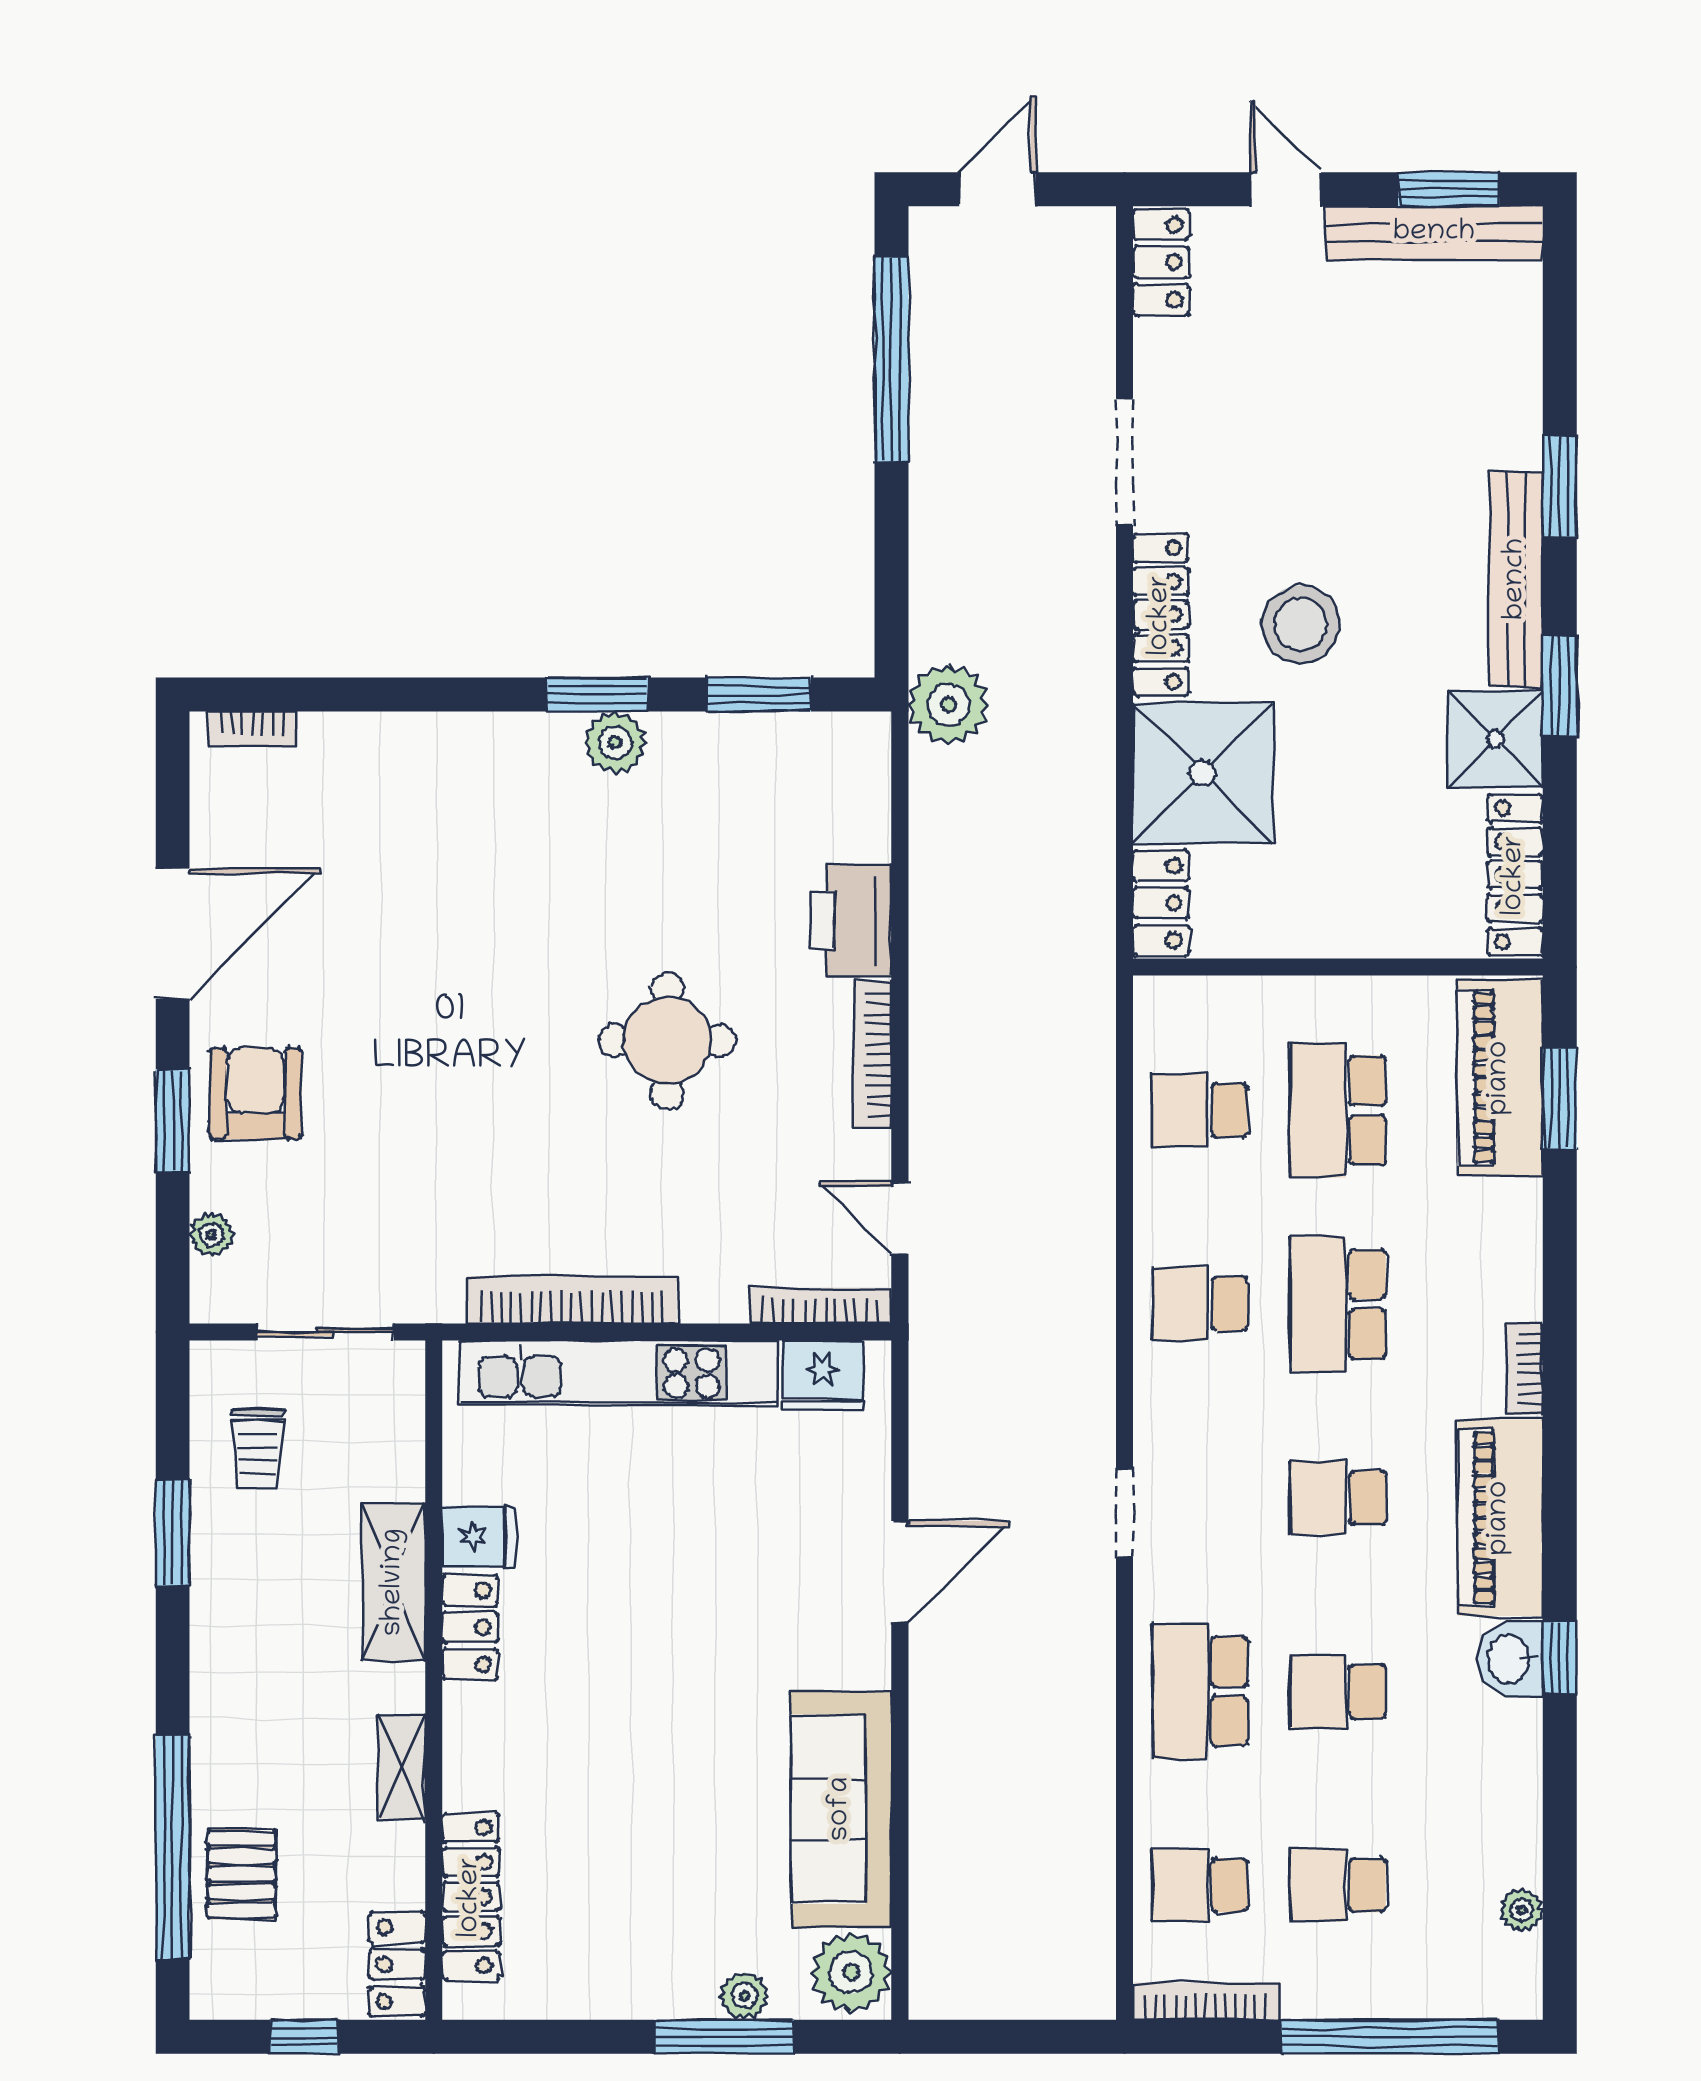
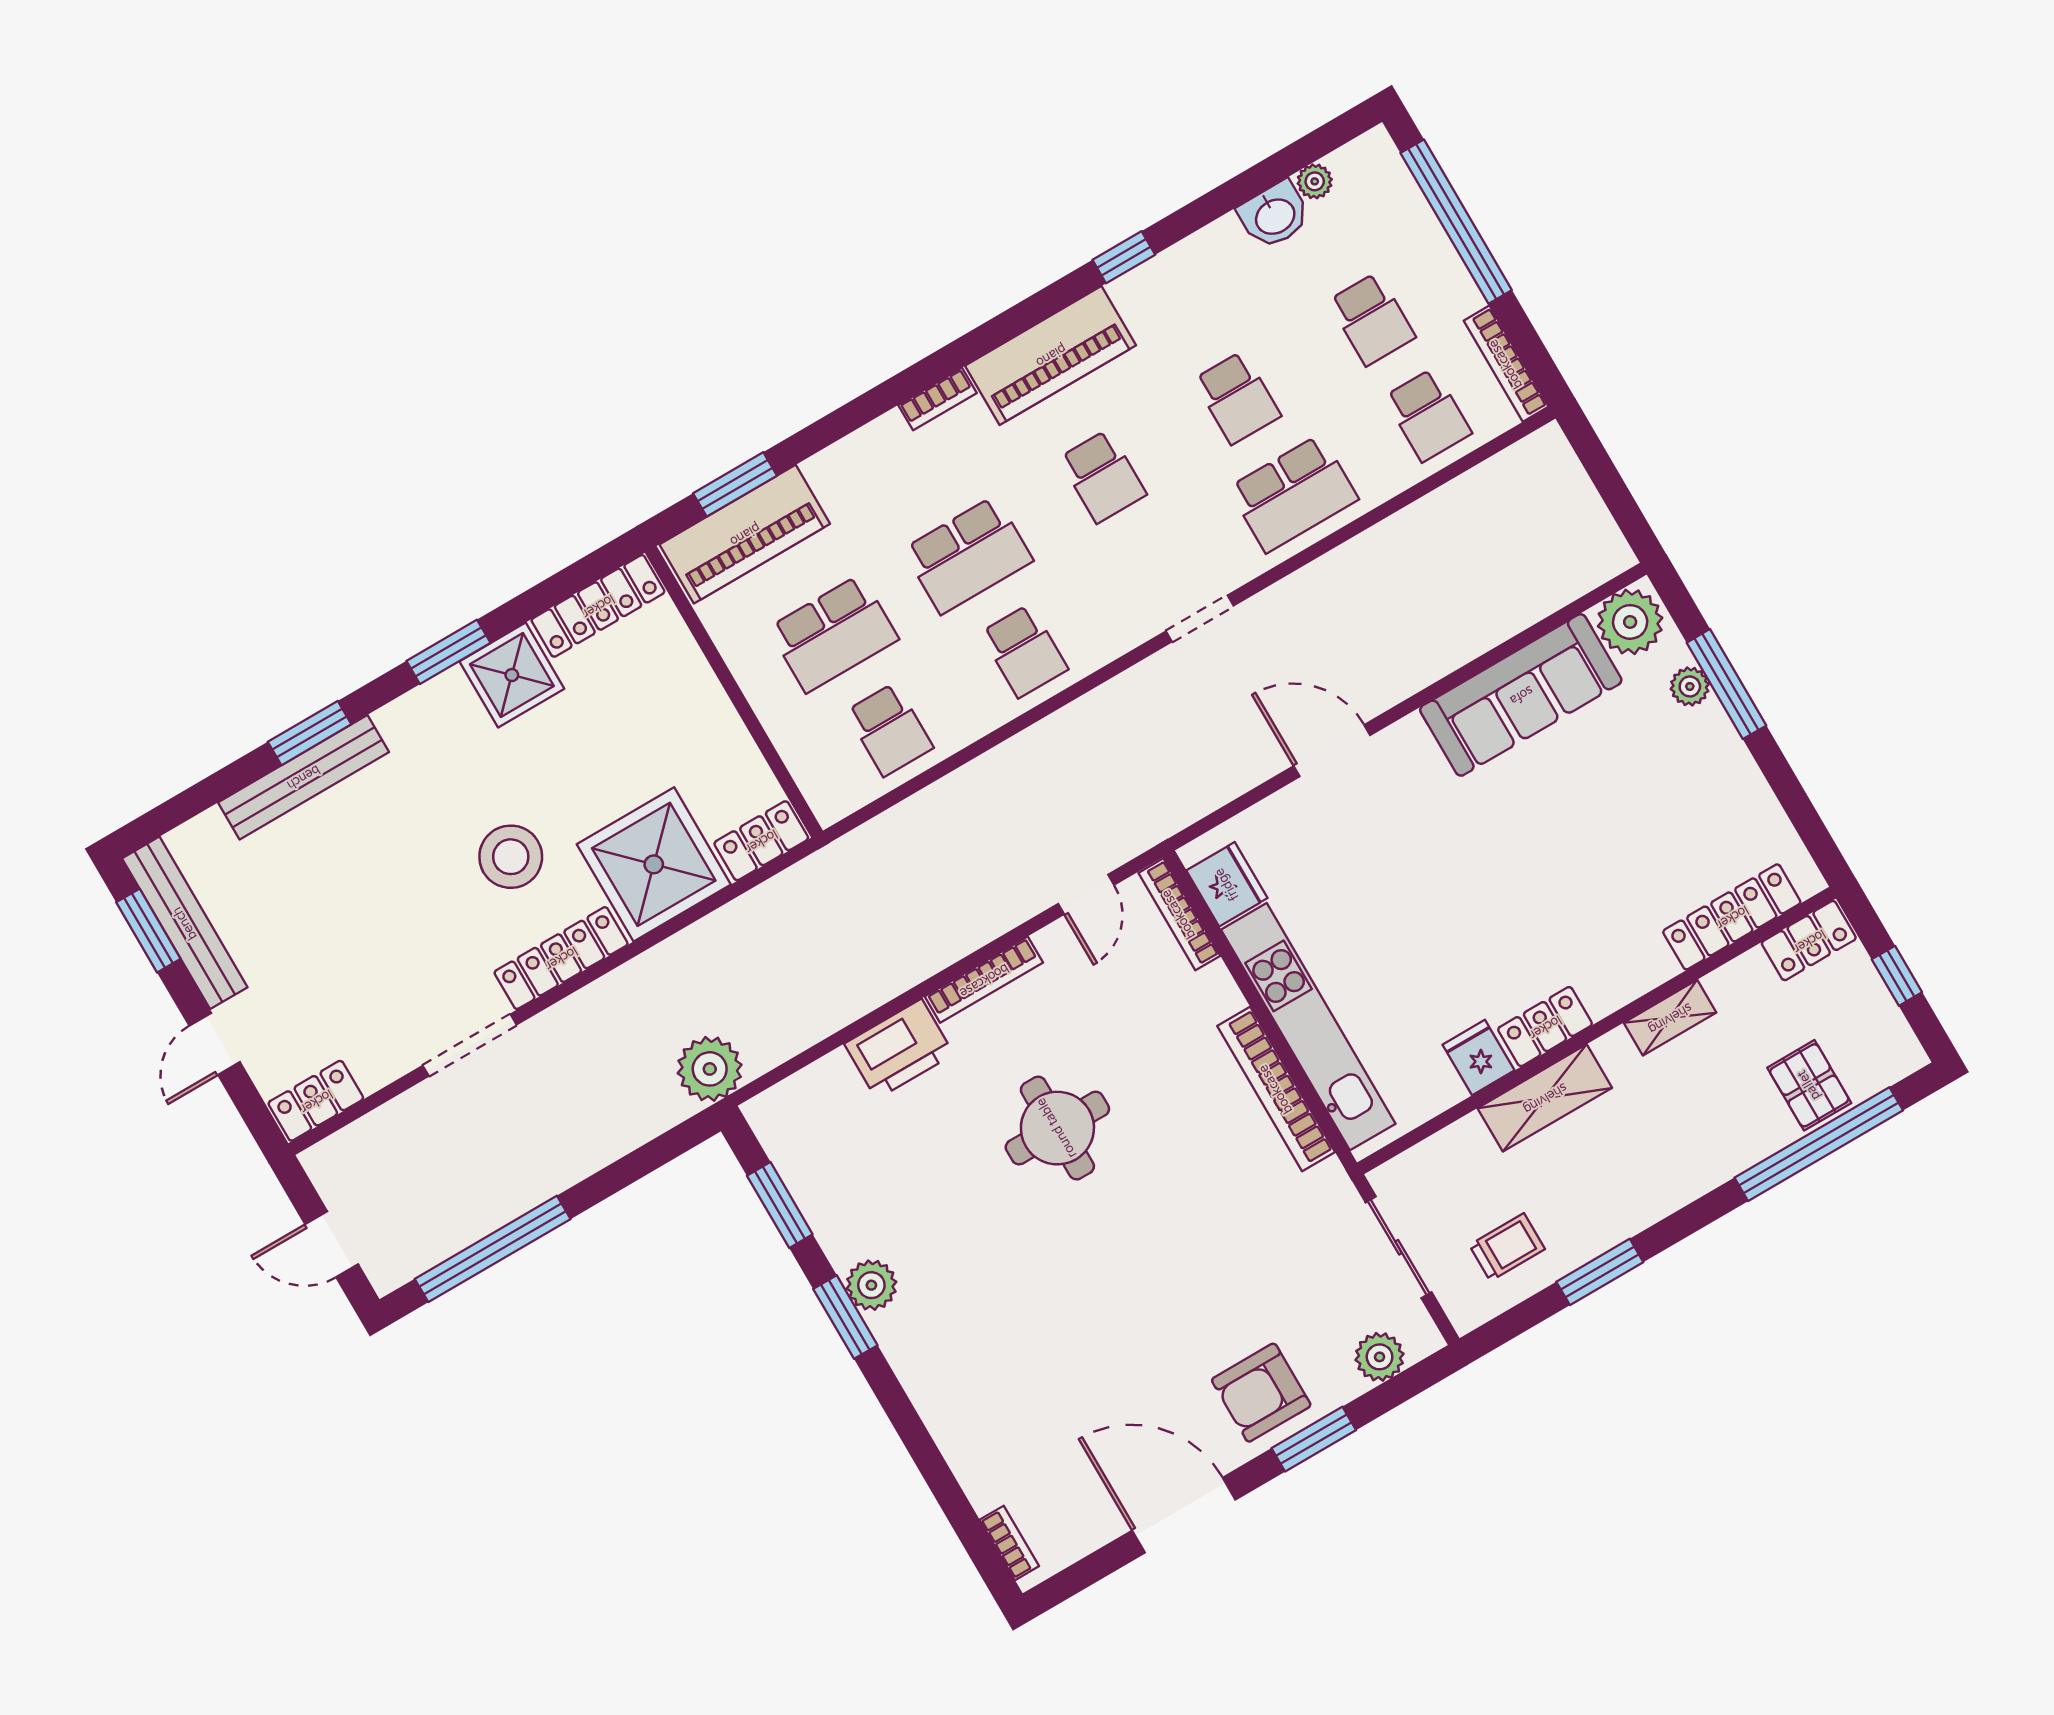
bench: (1516, 579) -> (303, 777), moved
plant: (211, 1235) -> (1380, 1357), width x1.38, depth x1.38
washbasin: (1510, 1659) -> (1274, 215), moved
pallet: (242, 1874) -> (1809, 1085), turned 90

